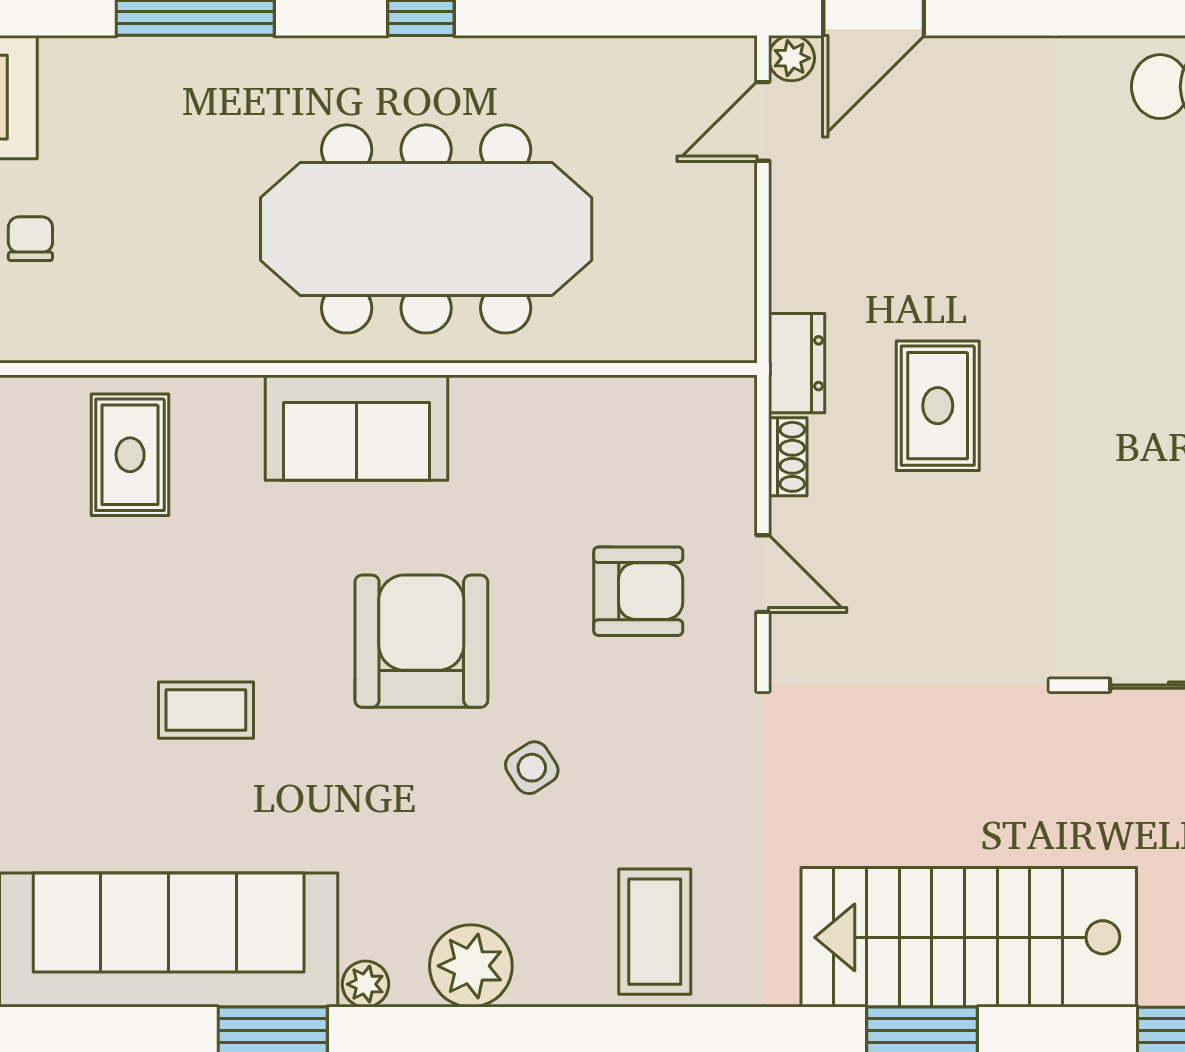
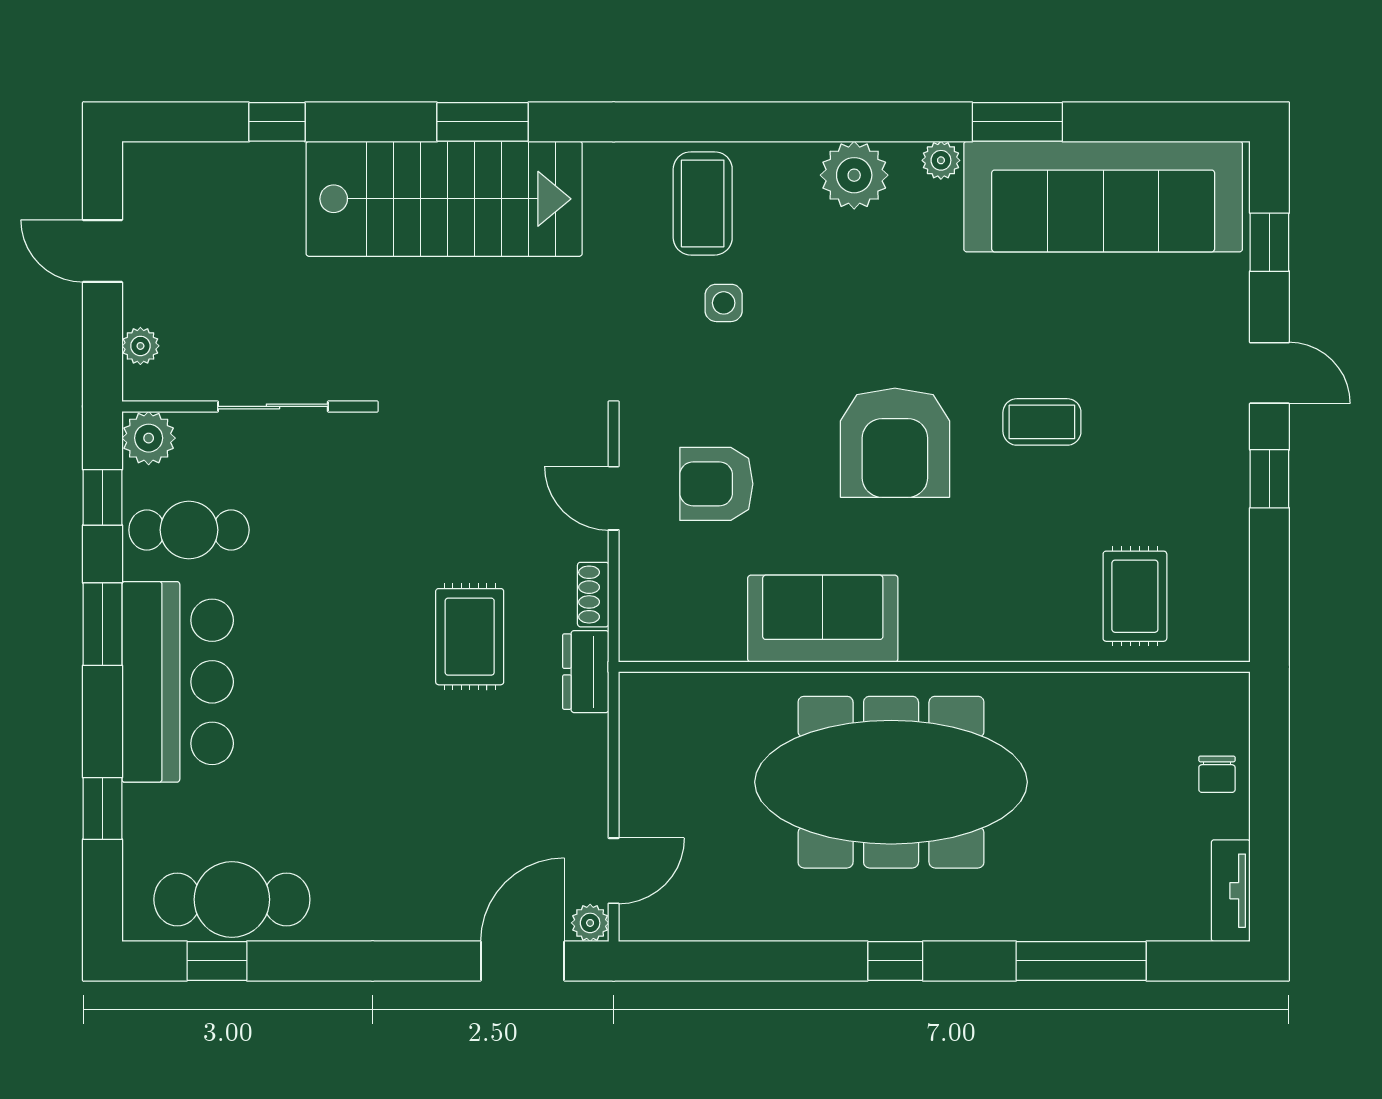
sofa: (356, 428) -> (823, 619), moved
coffee table: (206, 710) -> (1042, 422), moved
side table: (532, 768) -> (724, 303), moved, turned 33

